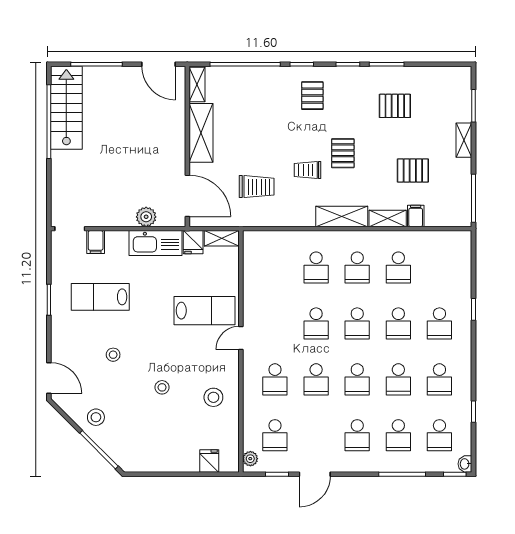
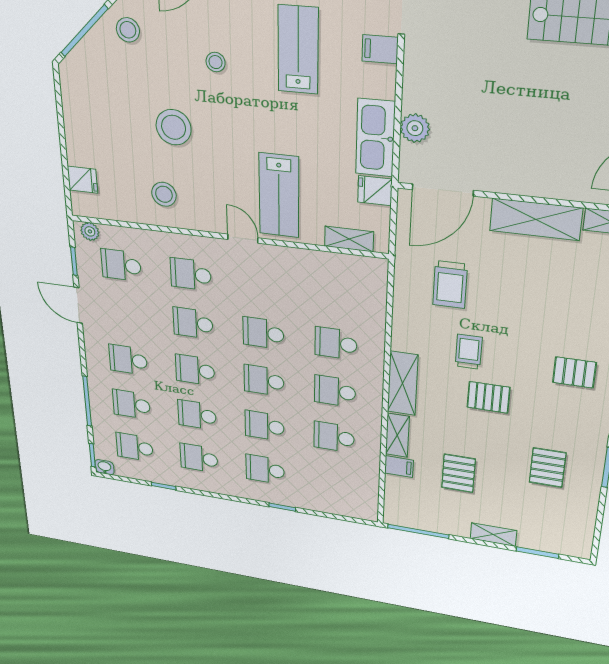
shelving: (222, 238) -> (349, 239), moved, turned 90
stool: (162, 387) -> (174, 127), width x1.89, depth x1.89

